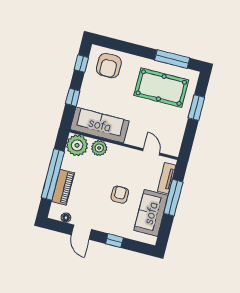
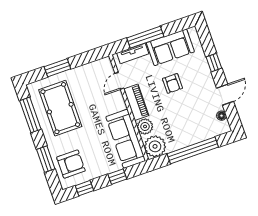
window: (127, 47) -> (46, 159), added
piano: (63, 187) -> (136, 102), moved, turned 90
armchair: (120, 195) -> (172, 83), turned -90

